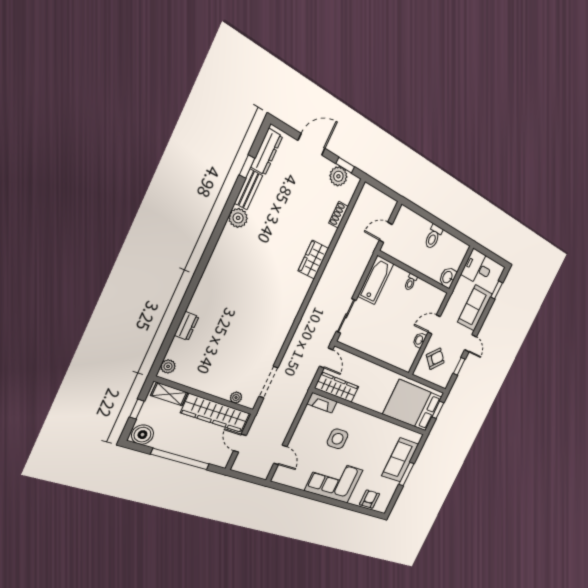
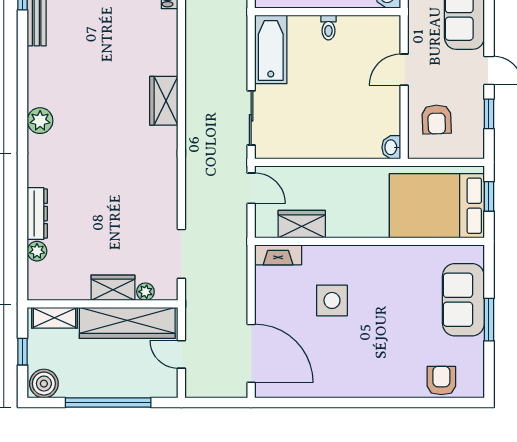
plant: (238, 218) -> (40, 121), moved
wardrobe: (313, 260) -> (164, 101), moved
dresser: (187, 326) -> (37, 214), width x1.44
washbasin: (419, 340) -> (391, 147), moved
armchair: (435, 359) -> (437, 119), turned 134
plant: (168, 366) -> (37, 251), moved
wardrobe: (337, 387) -> (302, 224), width x0.67
wardrobe: (217, 388) -> (113, 288), added
door: (280, 455) -> (251, 353), width x1.88
corner sofa: (334, 480) -> (360, 367), removed

